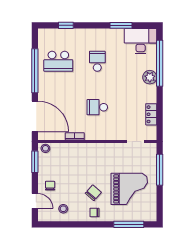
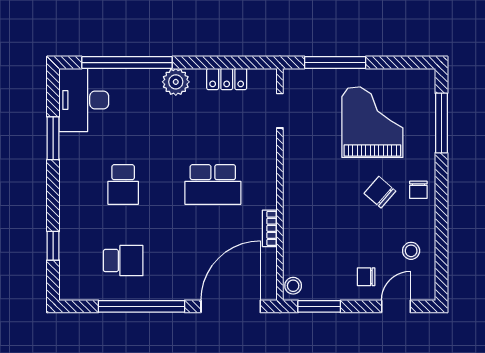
school desk: (58, 61) -> (123, 261), width x0.54
school desk: (97, 61) -> (123, 184), turned -90
plant: (150, 77) -> (176, 82), moved
school desk: (97, 107) -> (213, 184), width x1.85

